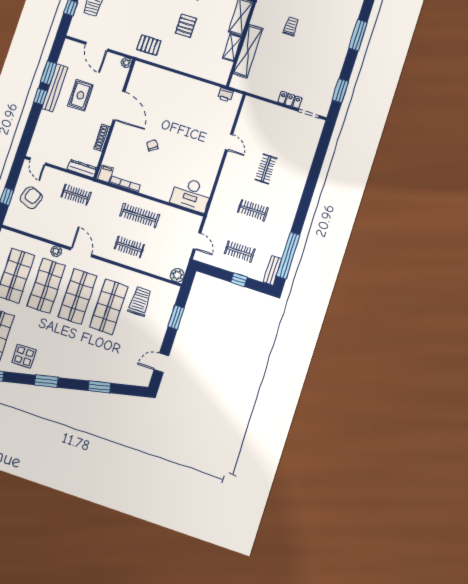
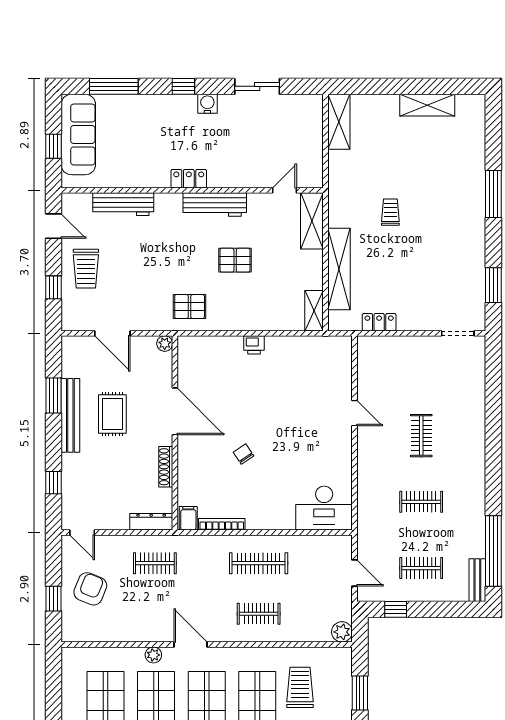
pallet: (186, 26) -> (235, 260), turned 90
shelving: (232, 48) -> (314, 311), moved
printer: (225, 95) -> (254, 345), moved
window: (40, 97) -> (53, 483), moved
locker: (290, 100) -> (379, 322), moved
window: (239, 280) -> (396, 609), moved

